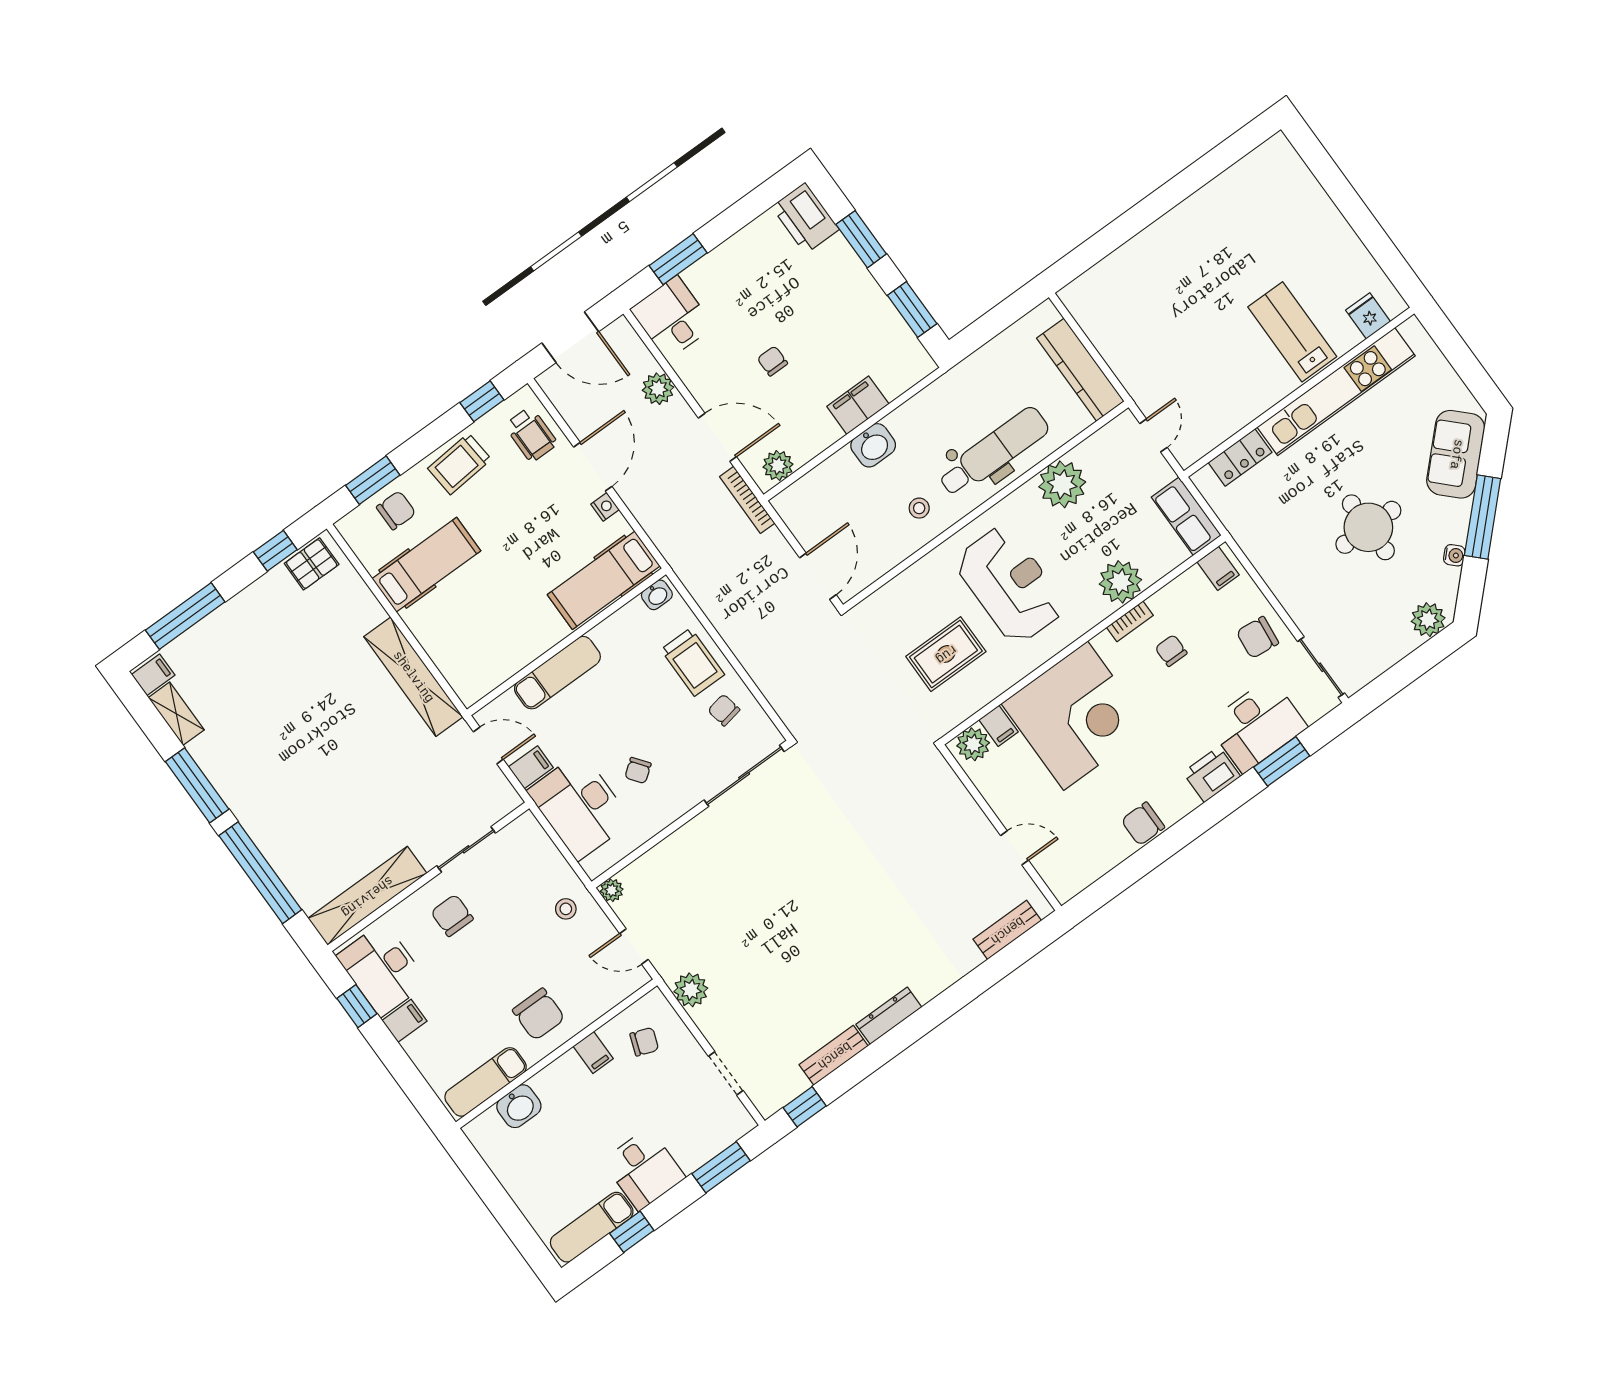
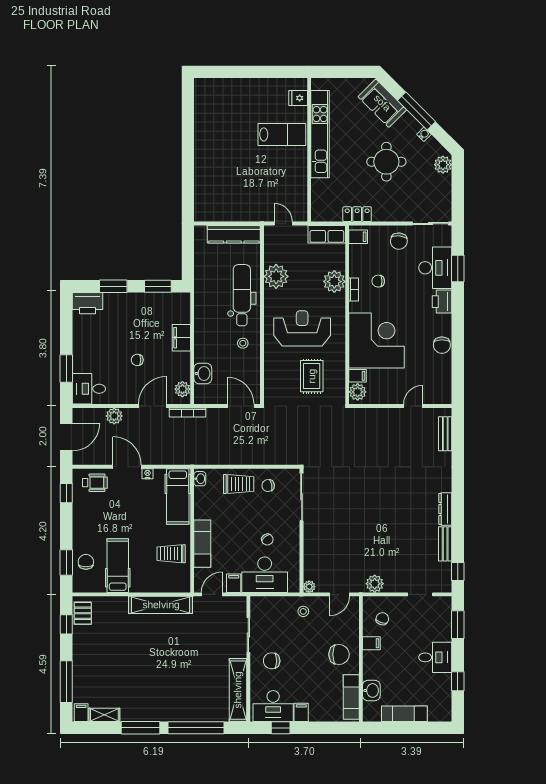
lab bench: (1292, 332) -> (282, 134), turned 180
washbasin: (873, 445) -> (203, 373), moved
locker: (1240, 457) -> (357, 214), moved, turned -90
trolley: (459, 464) -> (171, 554), moved, turned 95
exam couch: (592, 1227) -> (404, 714), moved, turned 90

